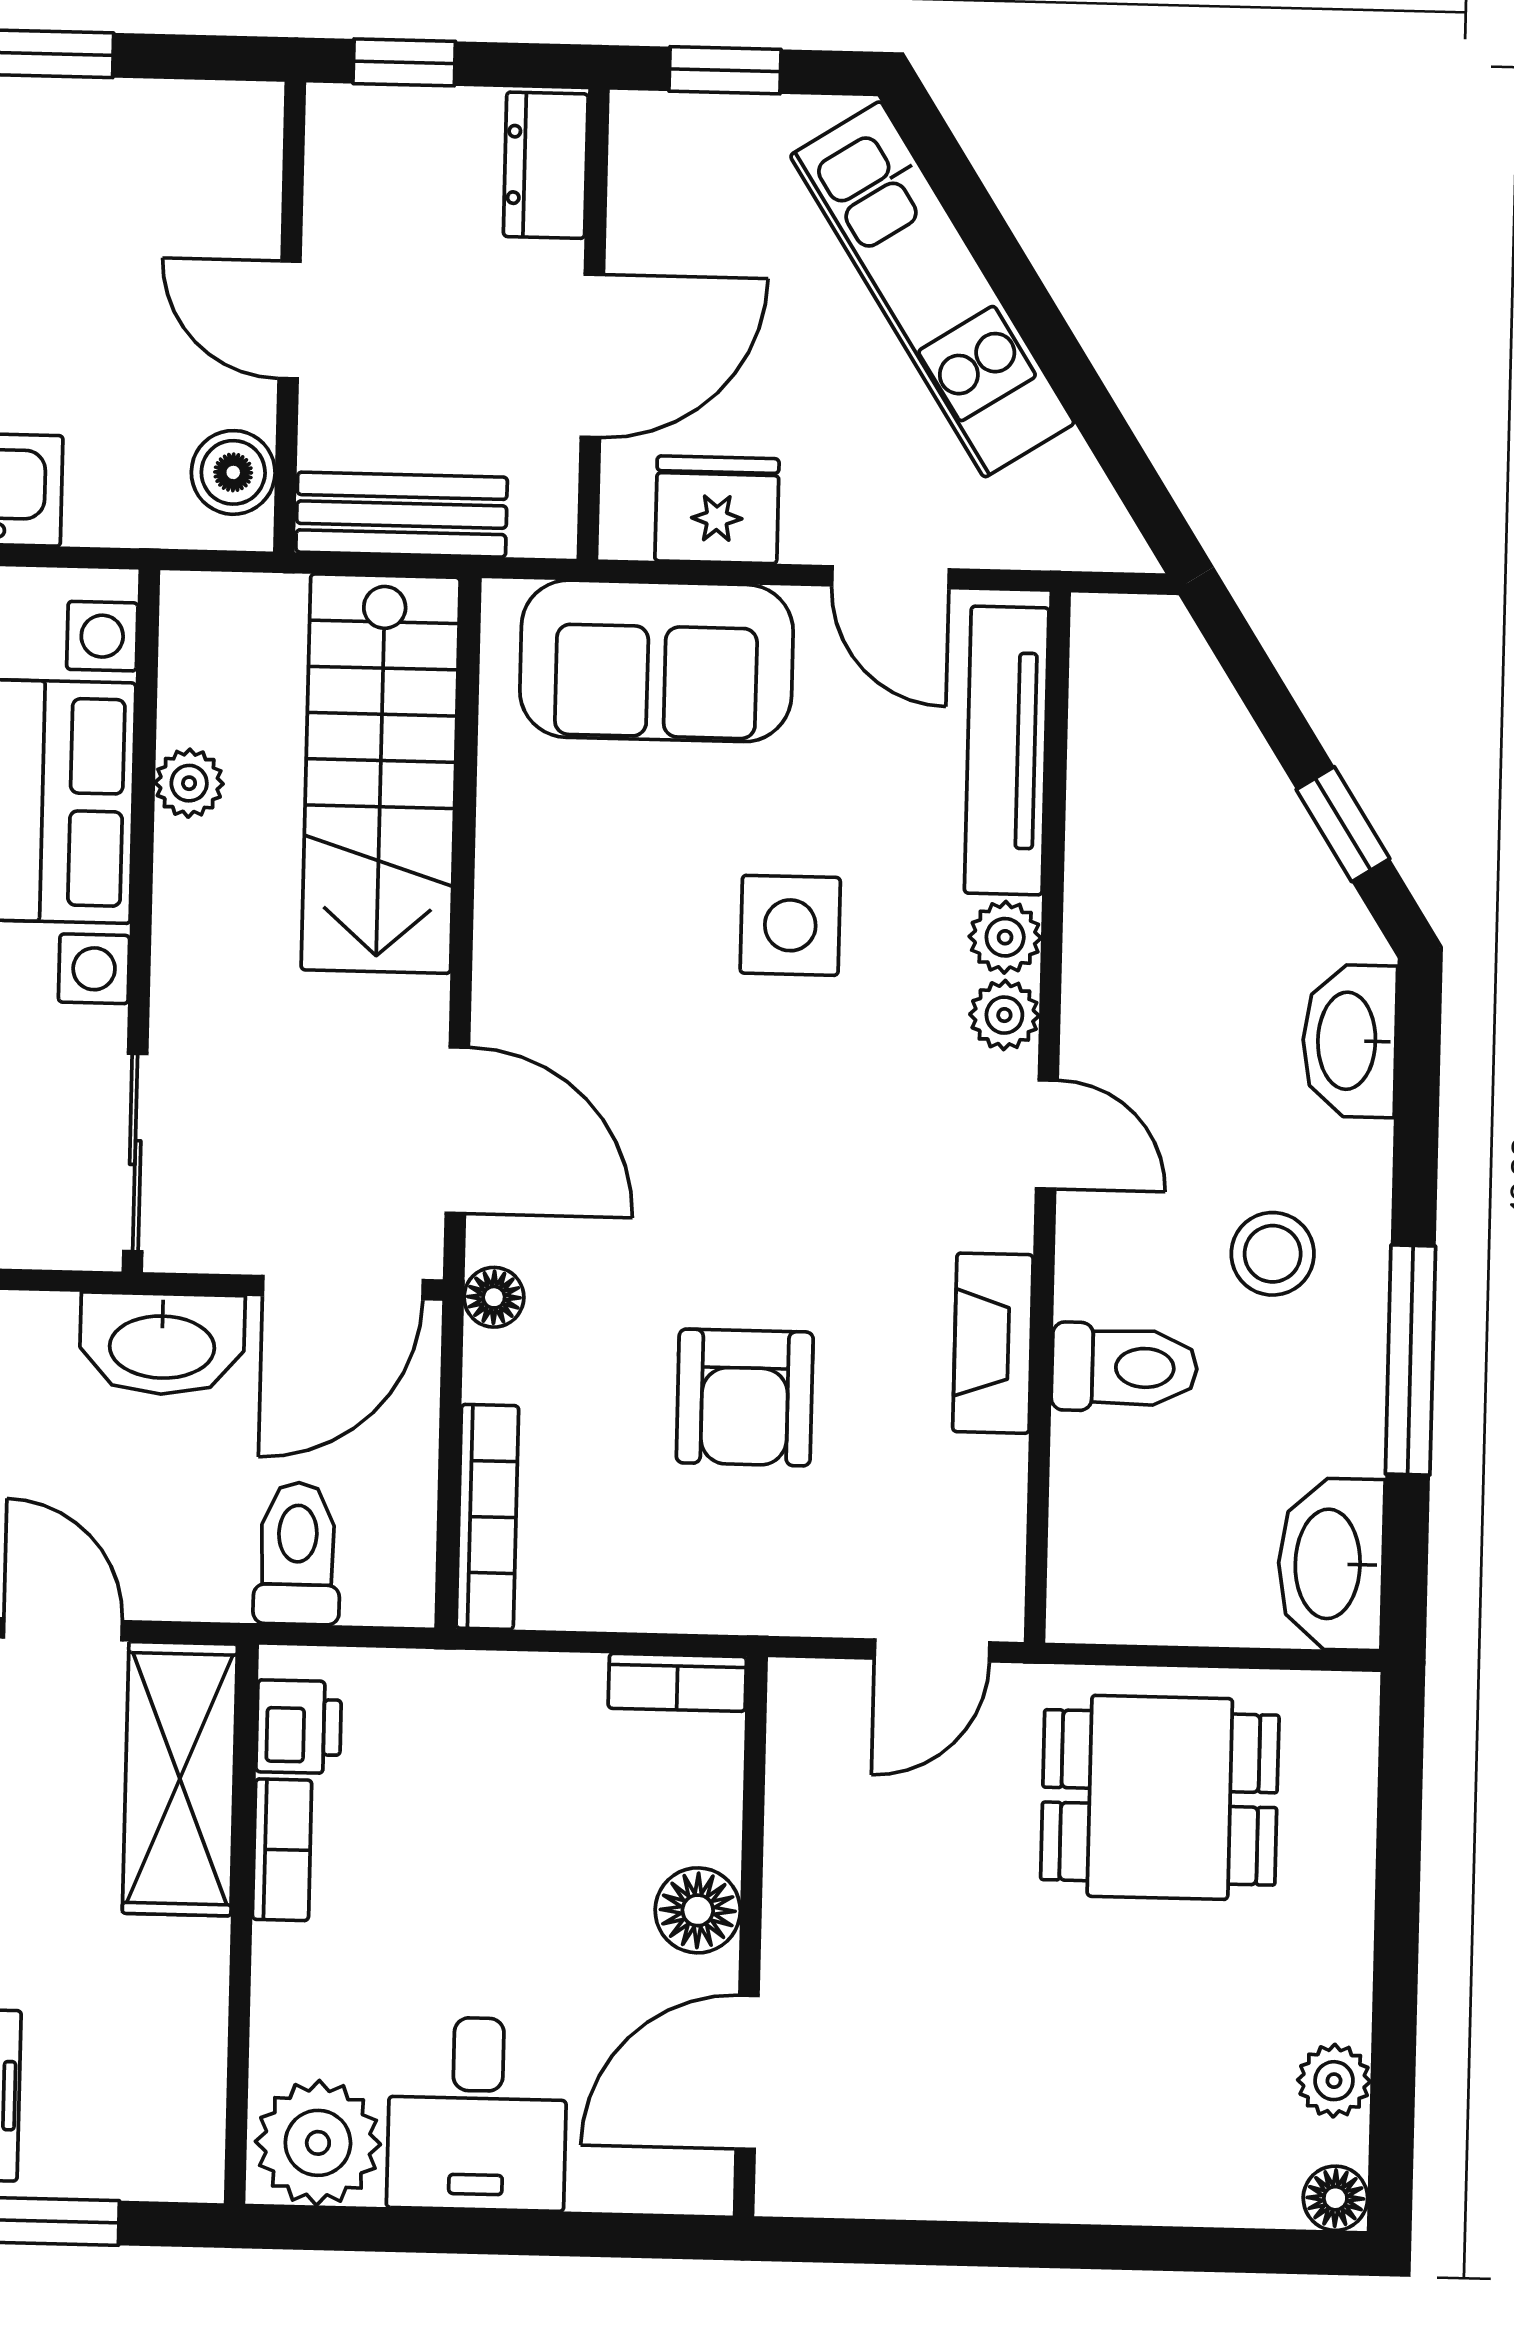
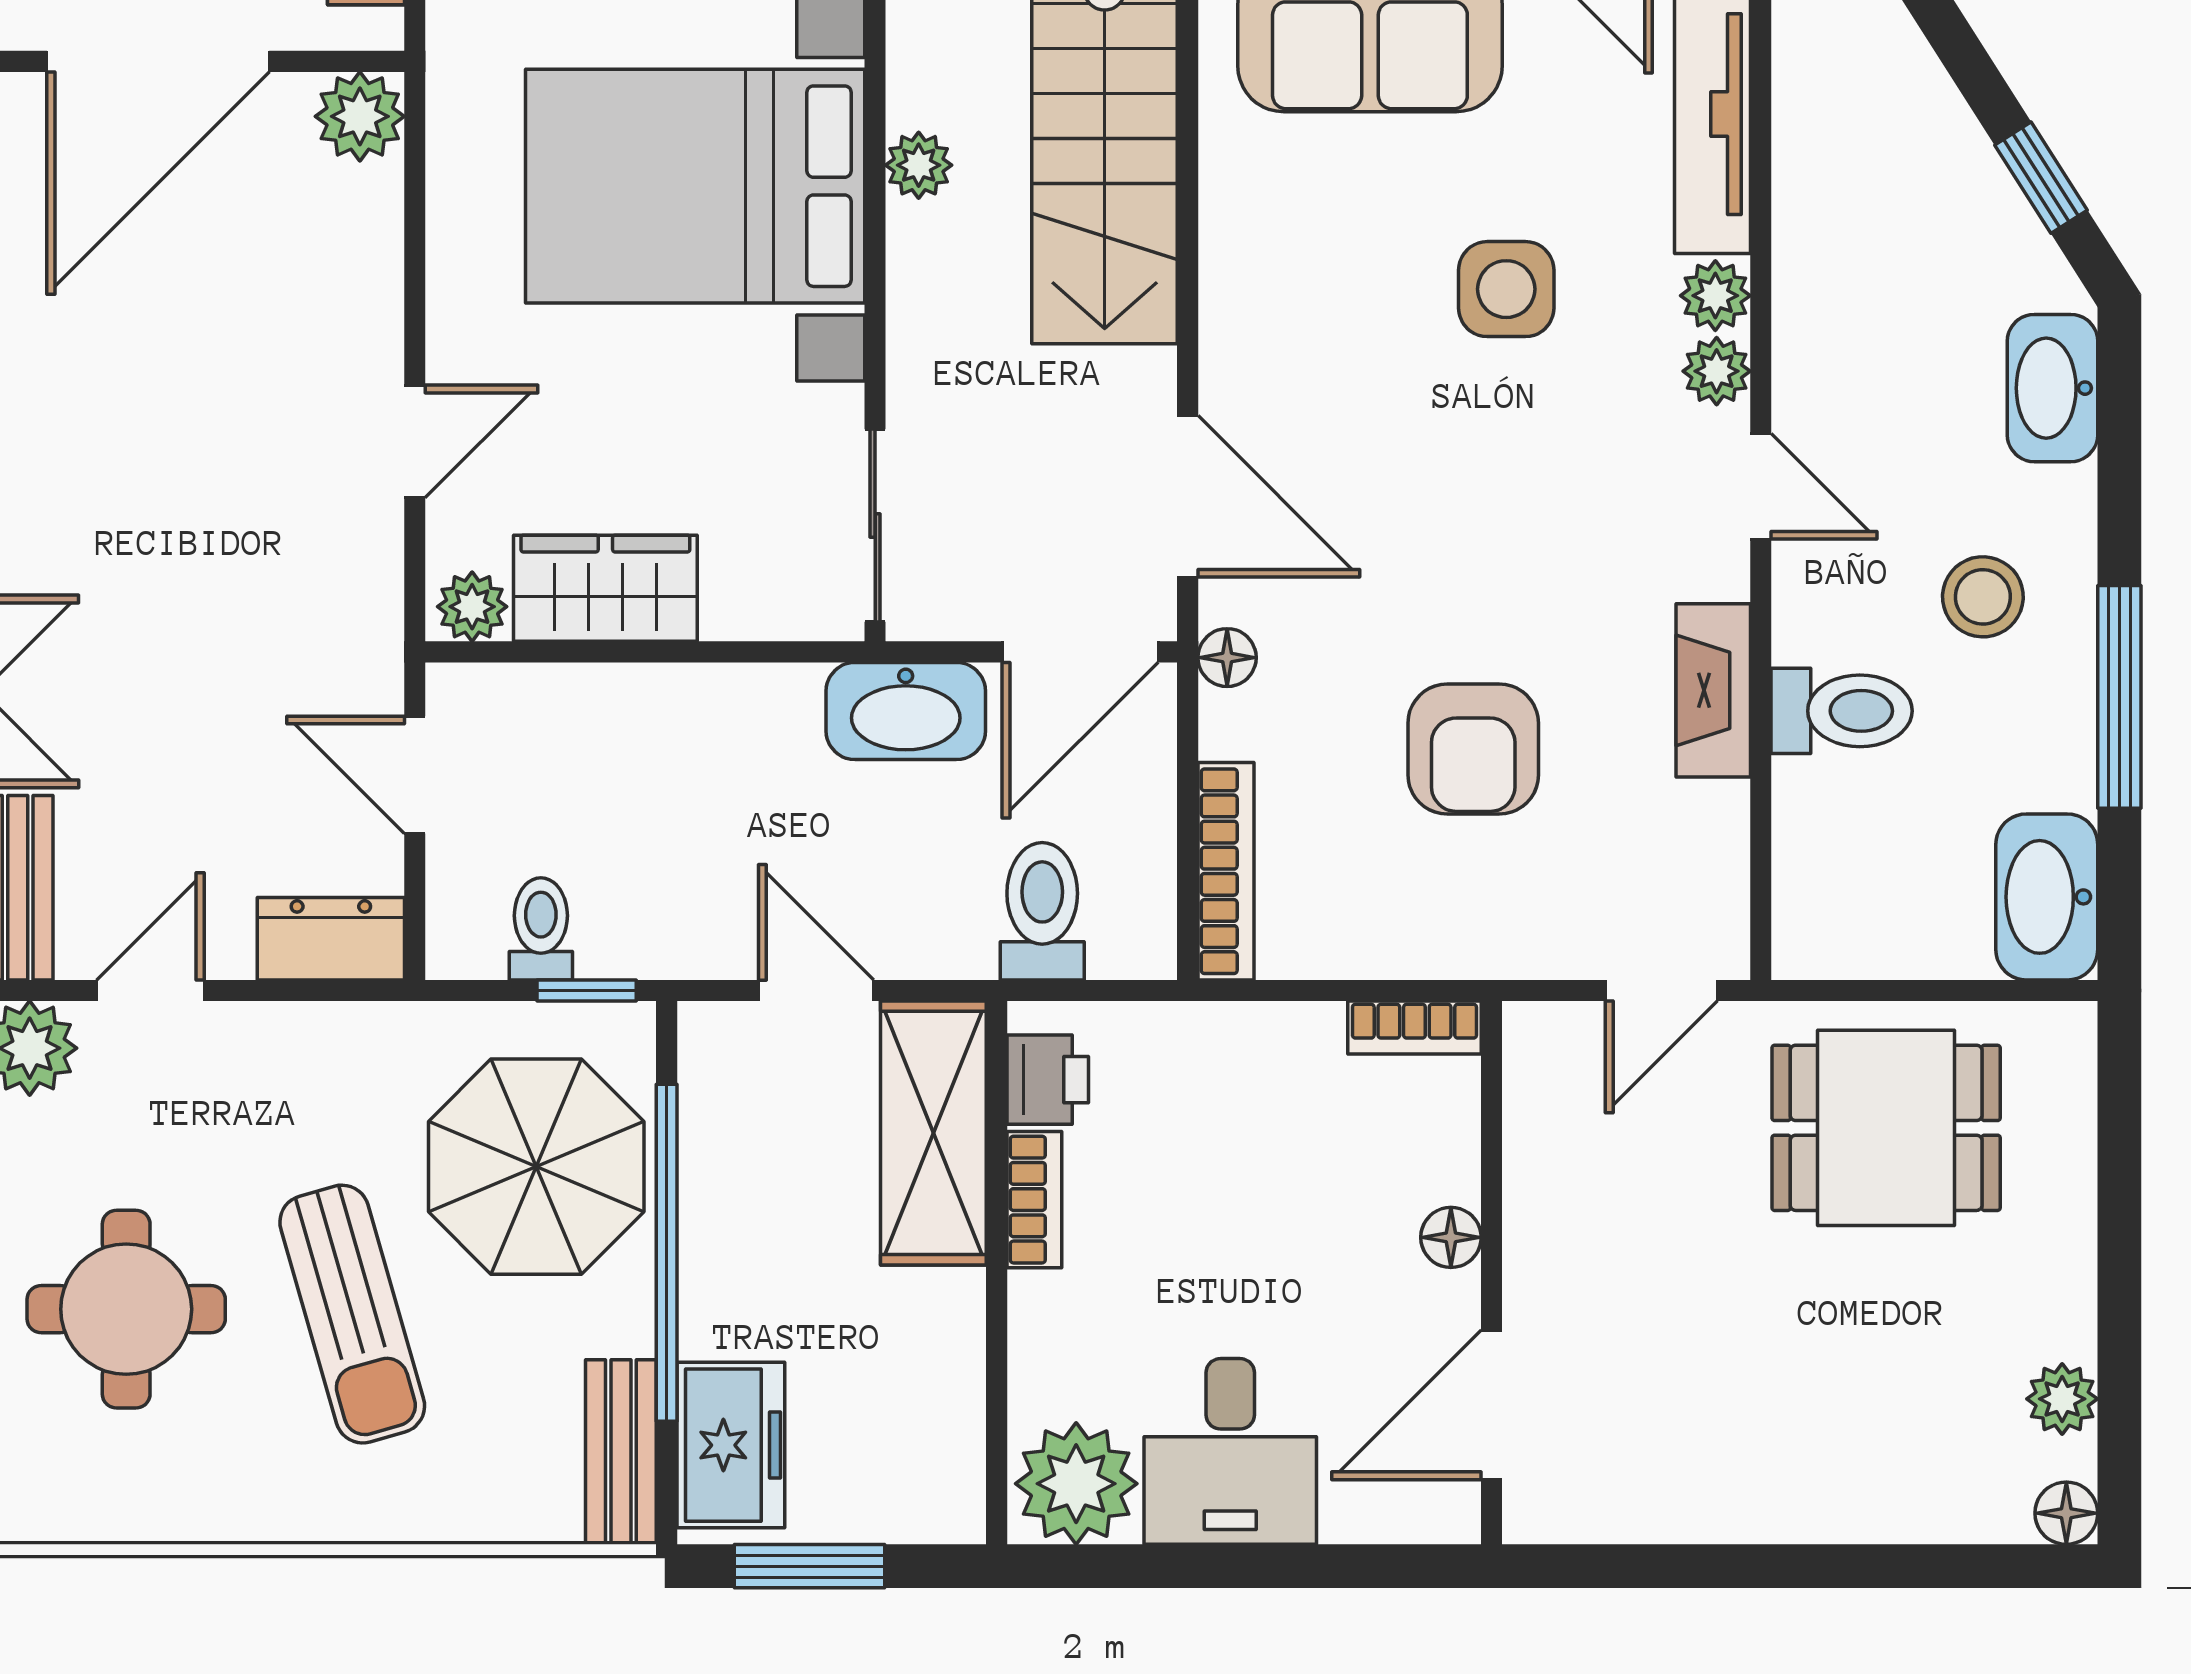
floor lamp: (698, 1910) -> (1451, 1237), width x0.73, depth x0.73

